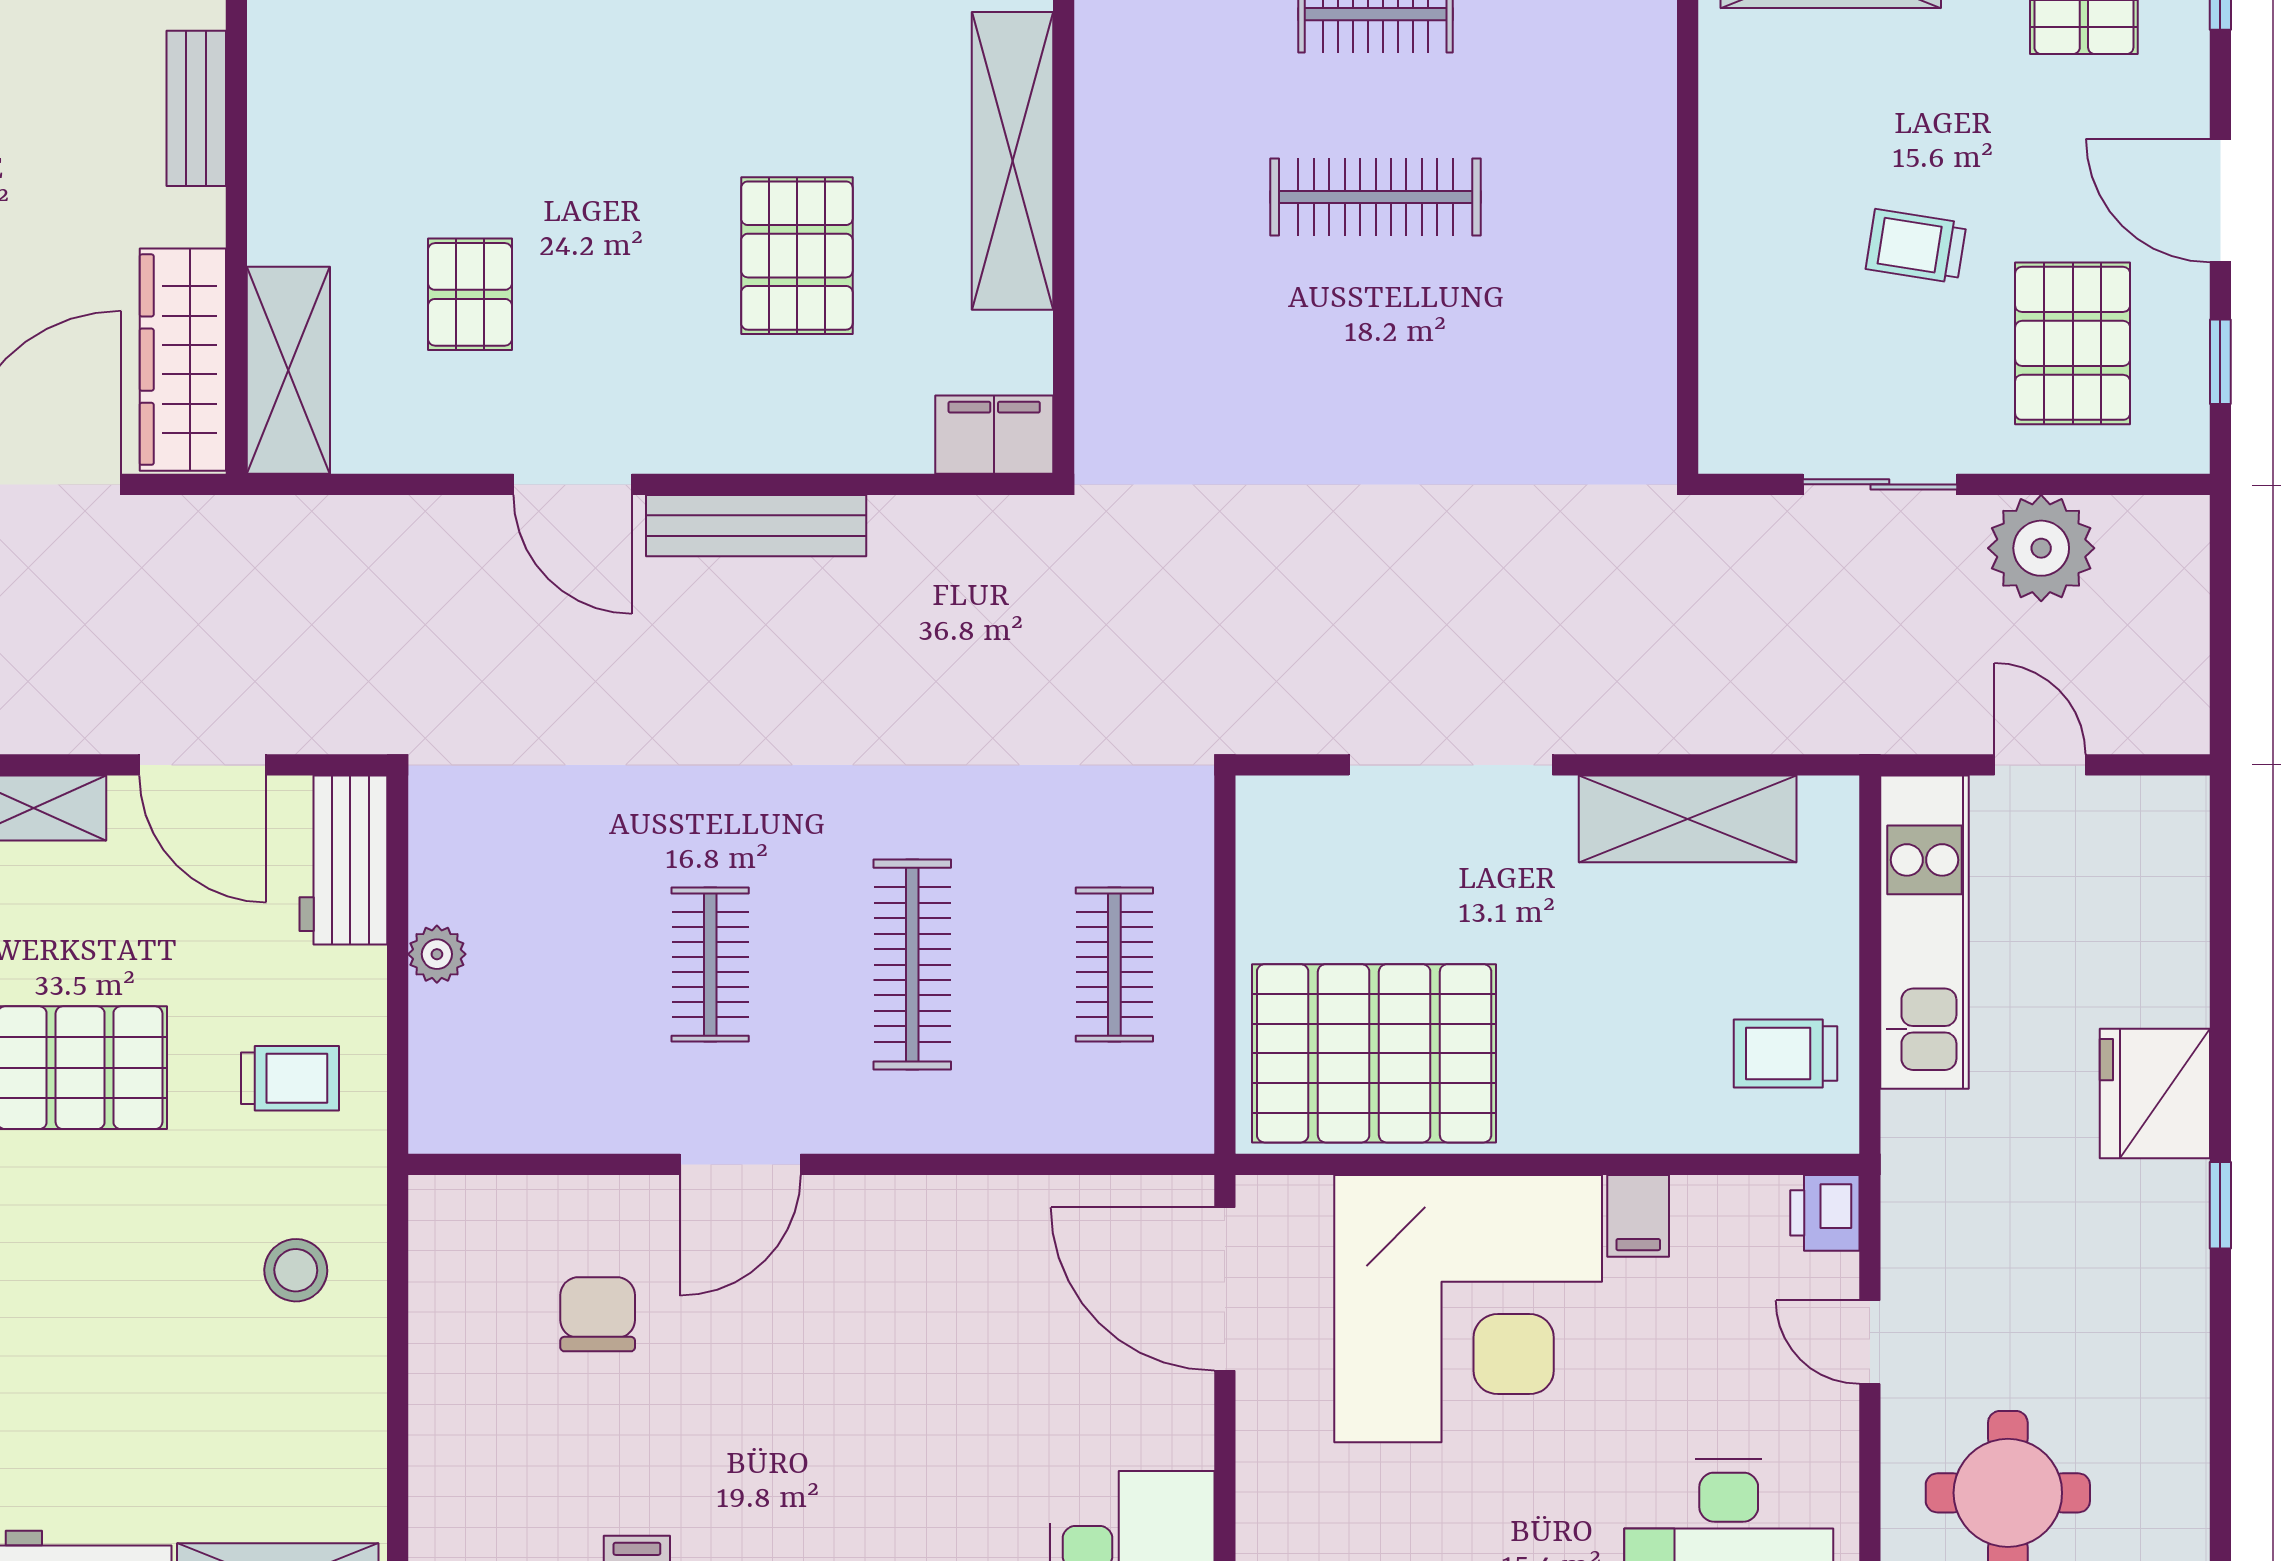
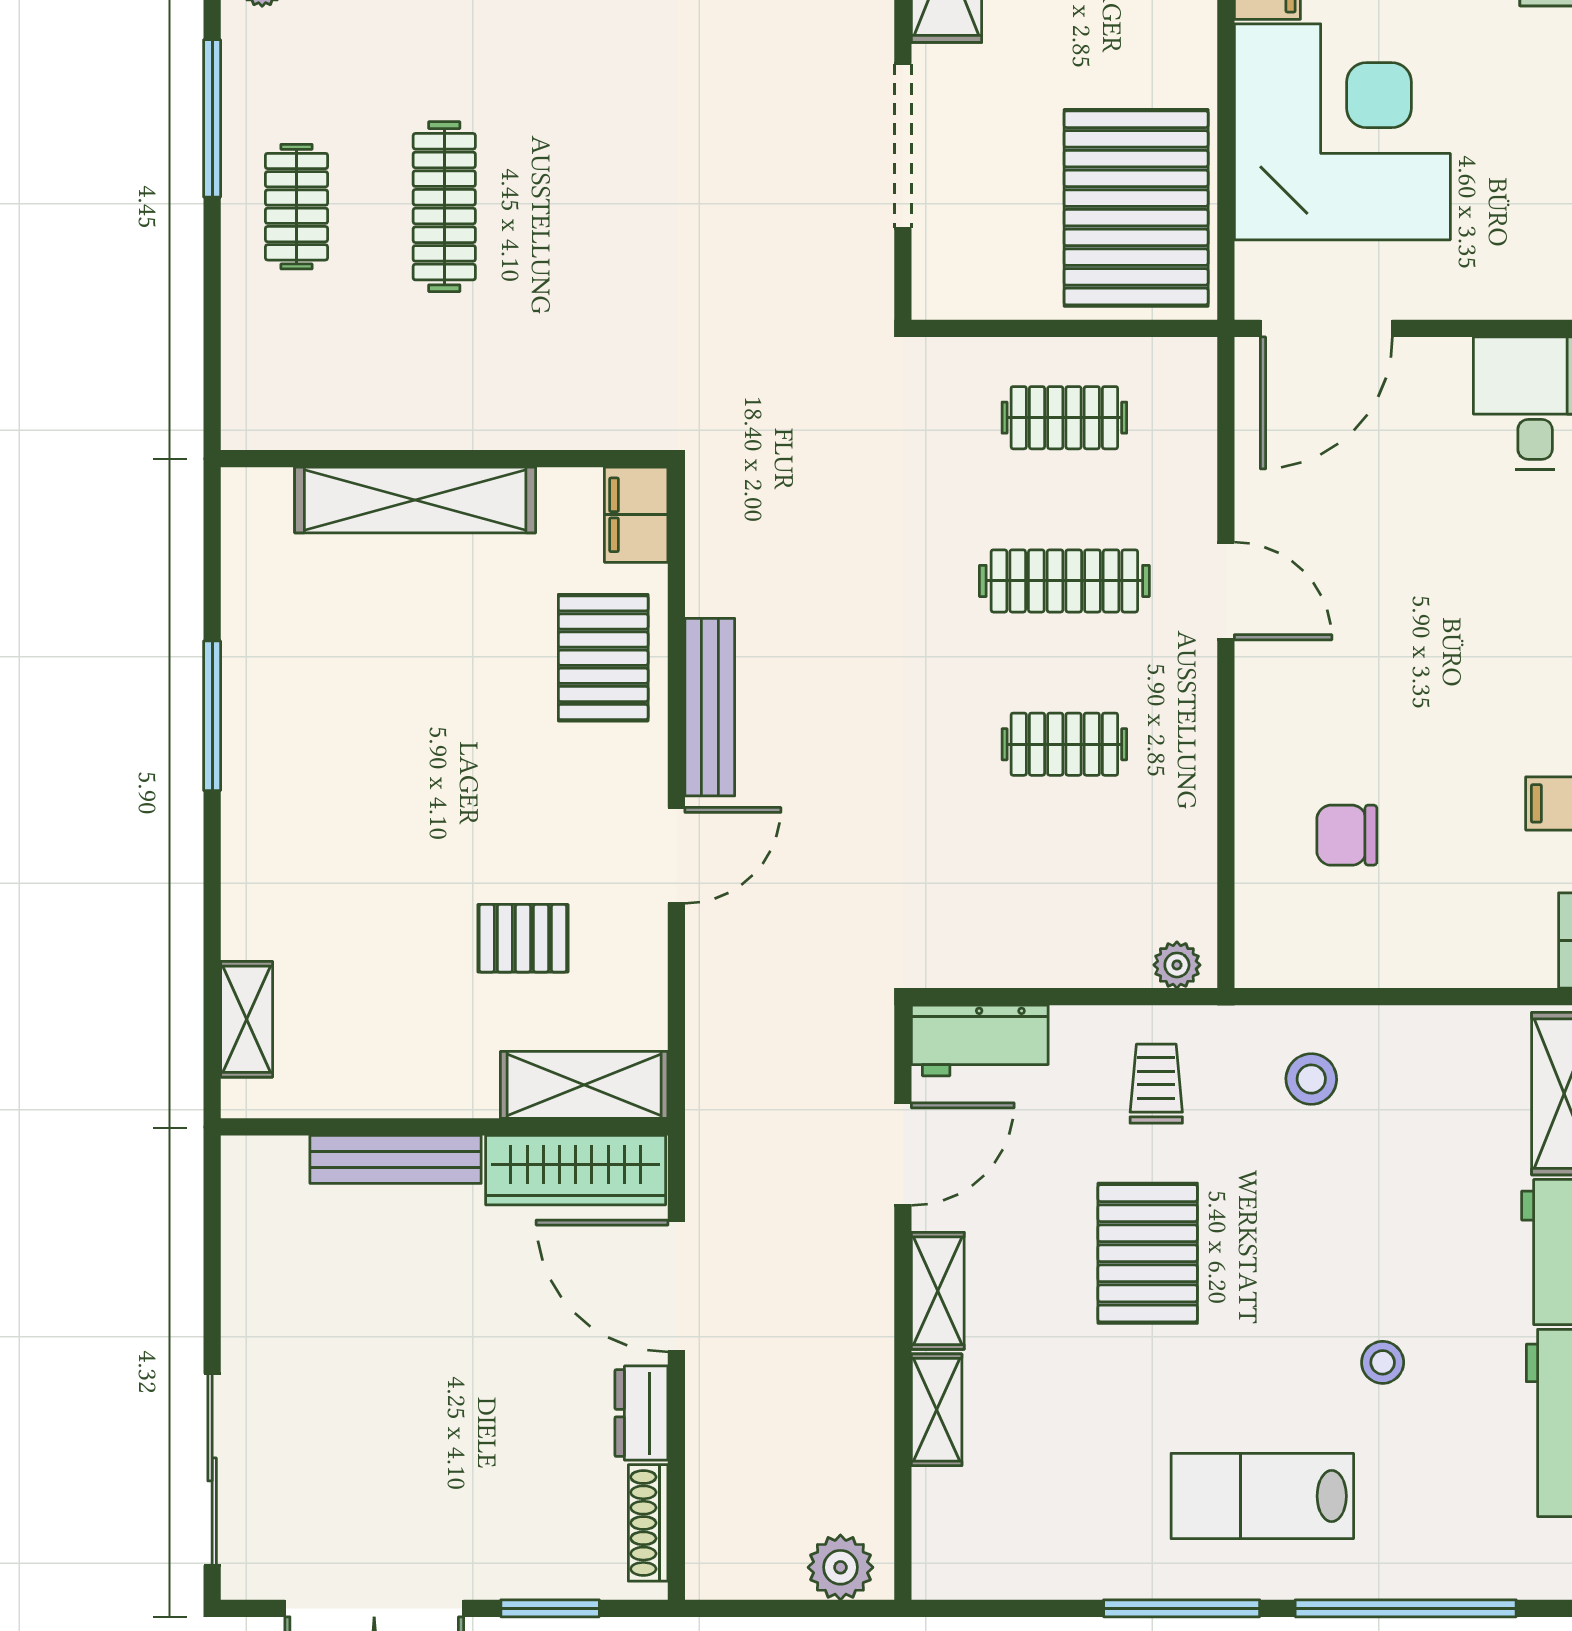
bench: (196, 108) -> (396, 1159), width x1.36
pallet: (797, 256) -> (603, 658), moved, turned 90
plant: (437, 954) -> (1177, 965), moved
door: (740, 1164) -> (1226, 591), moved

